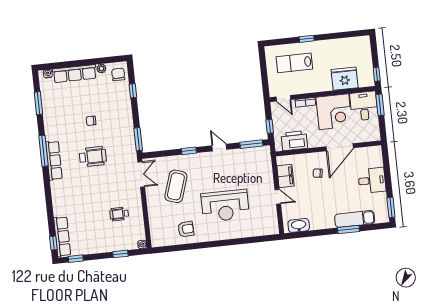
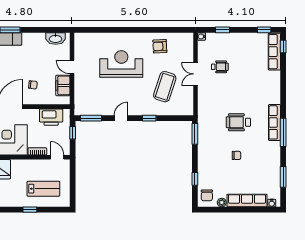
door: (219, 148) -> (121, 118), swing flipped
double door: (141, 174) -> (195, 74), moved

